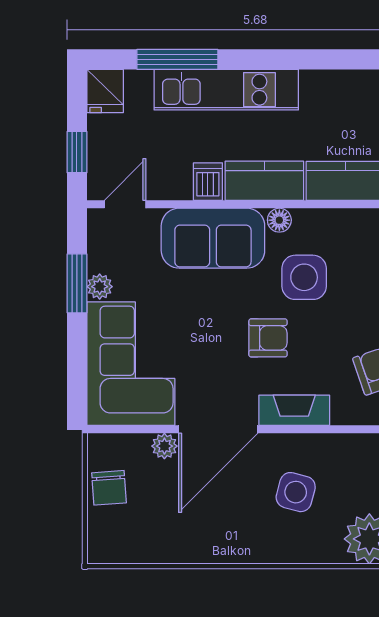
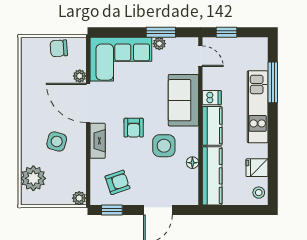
fridge: (105, 91) -> (257, 168), moved
floor lamp: (279, 220) -> (192, 163), moved

